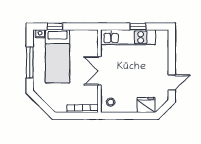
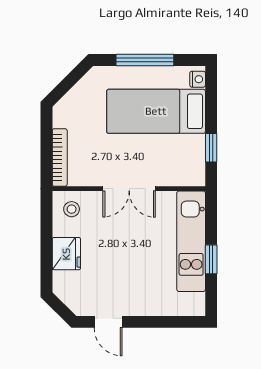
window: (55, 26) -> (211, 148), moved
double door: (99, 71) -> (129, 189), swing flipped
fridge: (146, 105) -> (66, 254), moved

